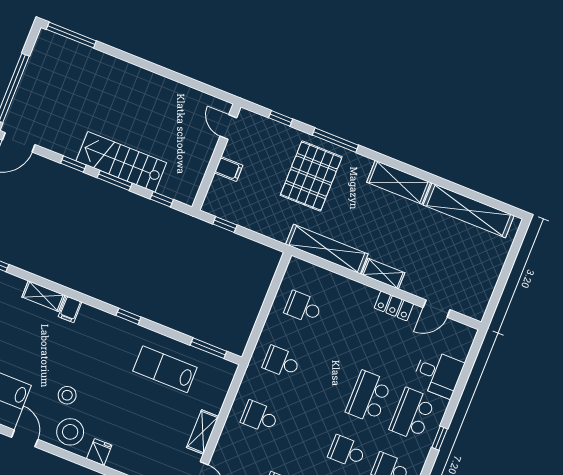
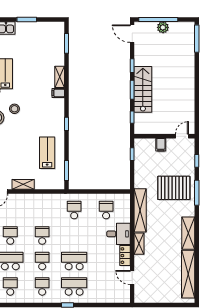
plant: (29, 86) -> (163, 27), added
desk: (438, 374) -> (118, 234), moved, turned -90
school desk: (260, 417) -> (42, 236), moved

